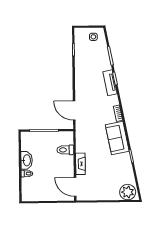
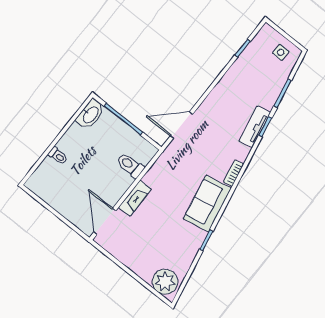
door: (74, 110) -> (182, 125), hinge flipped
washbasin: (27, 160) -> (90, 115), moved

